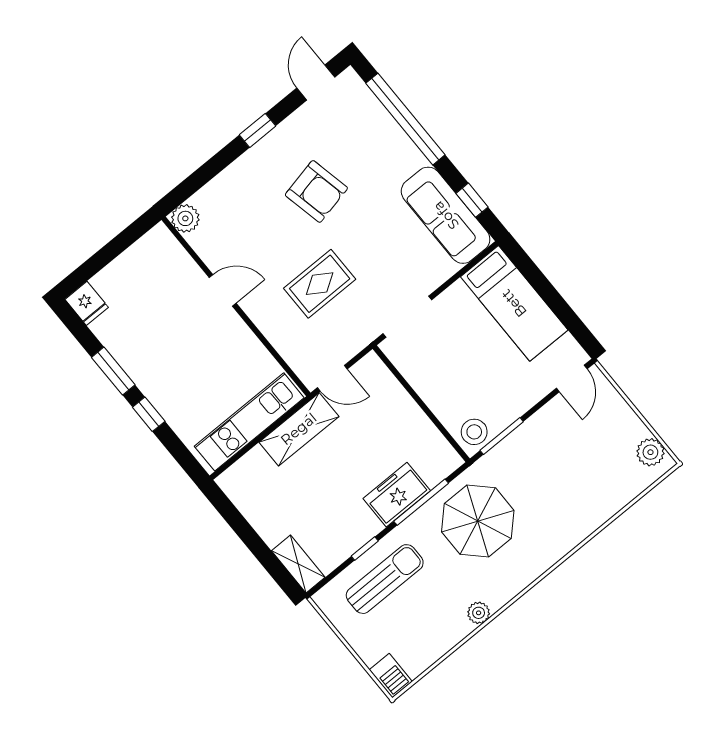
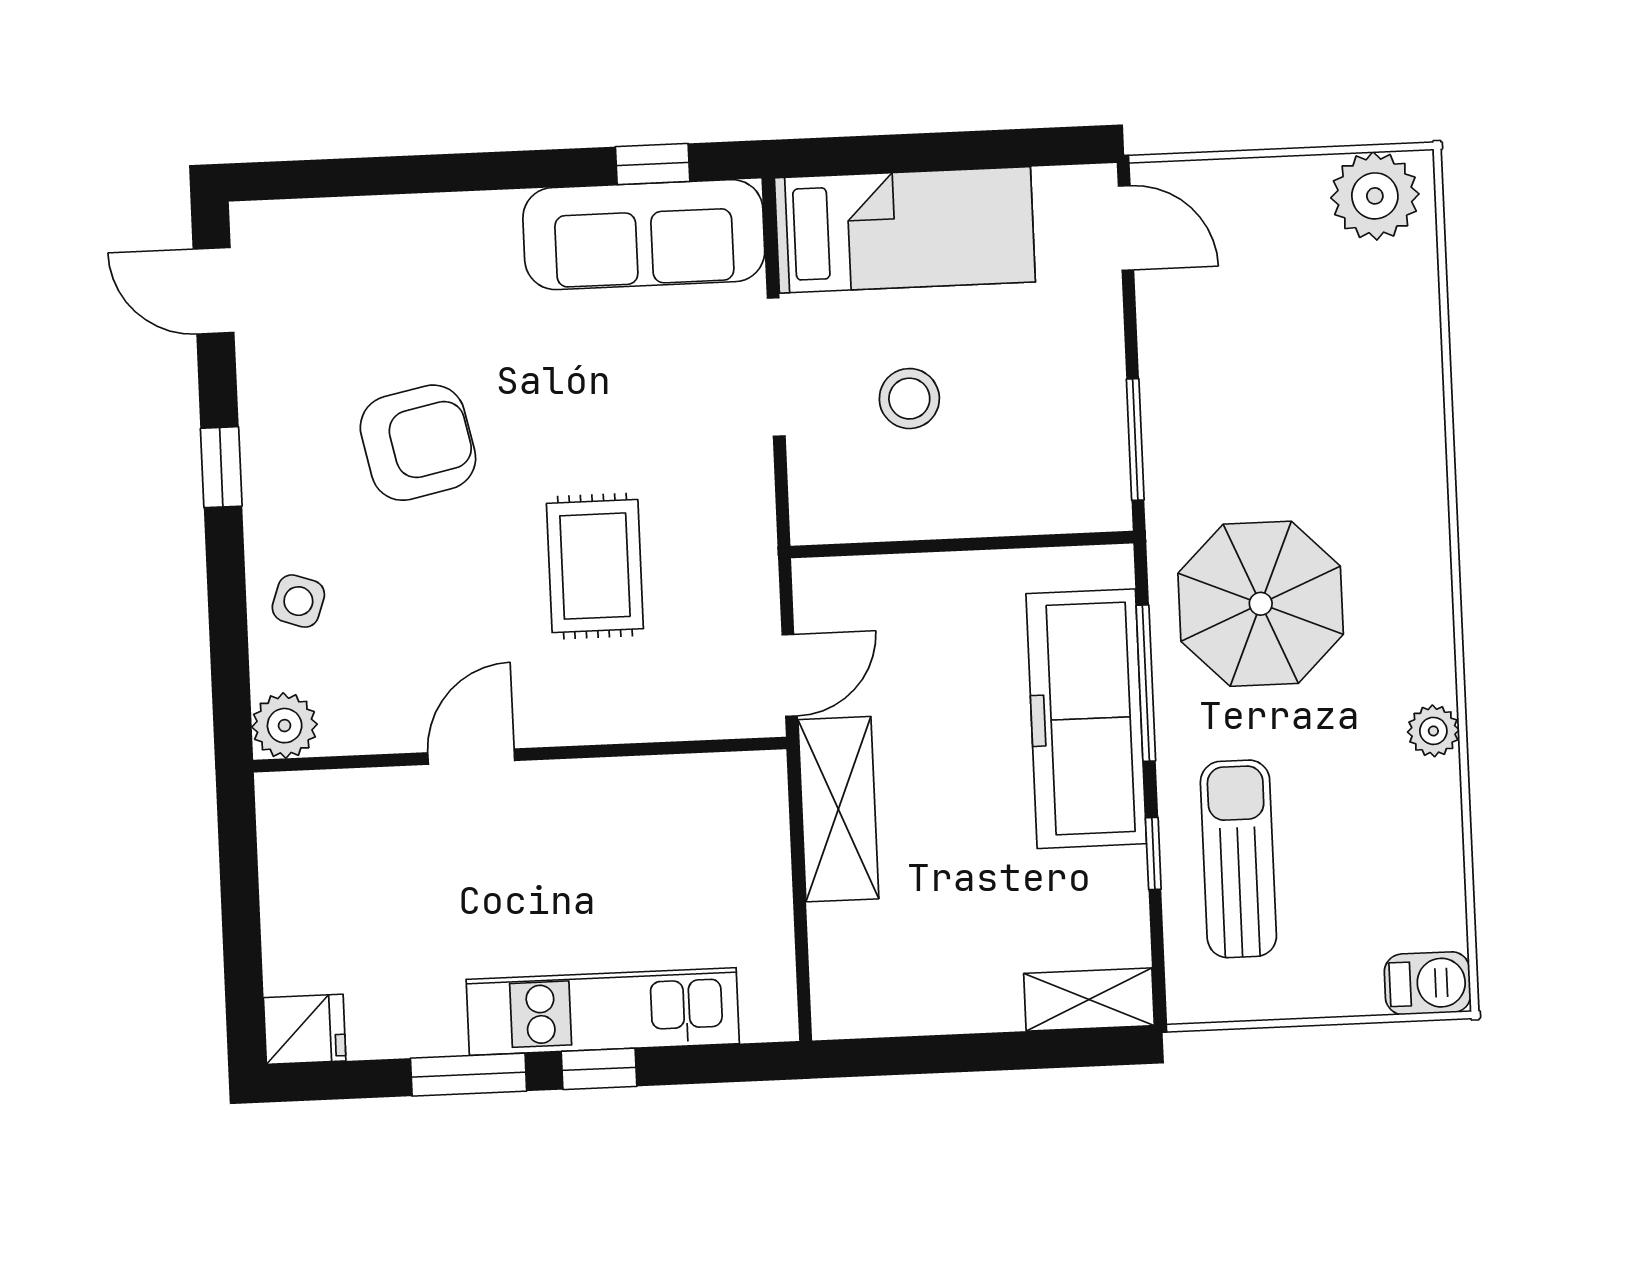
window: (405, 119) -> (408, 175), removed
side table: (232, 191) -> (298, 601), added
doorway: (407, 317) -> (776, 367), moved
kitchen unit: (249, 422) -> (603, 1012), moved, turned 90
stool: (474, 432) -> (909, 399), moved
plant: (650, 452) -> (1375, 196), width x1.36, depth x1.36
freezer: (397, 495) -> (1086, 719), width x1.91, depth x1.26

